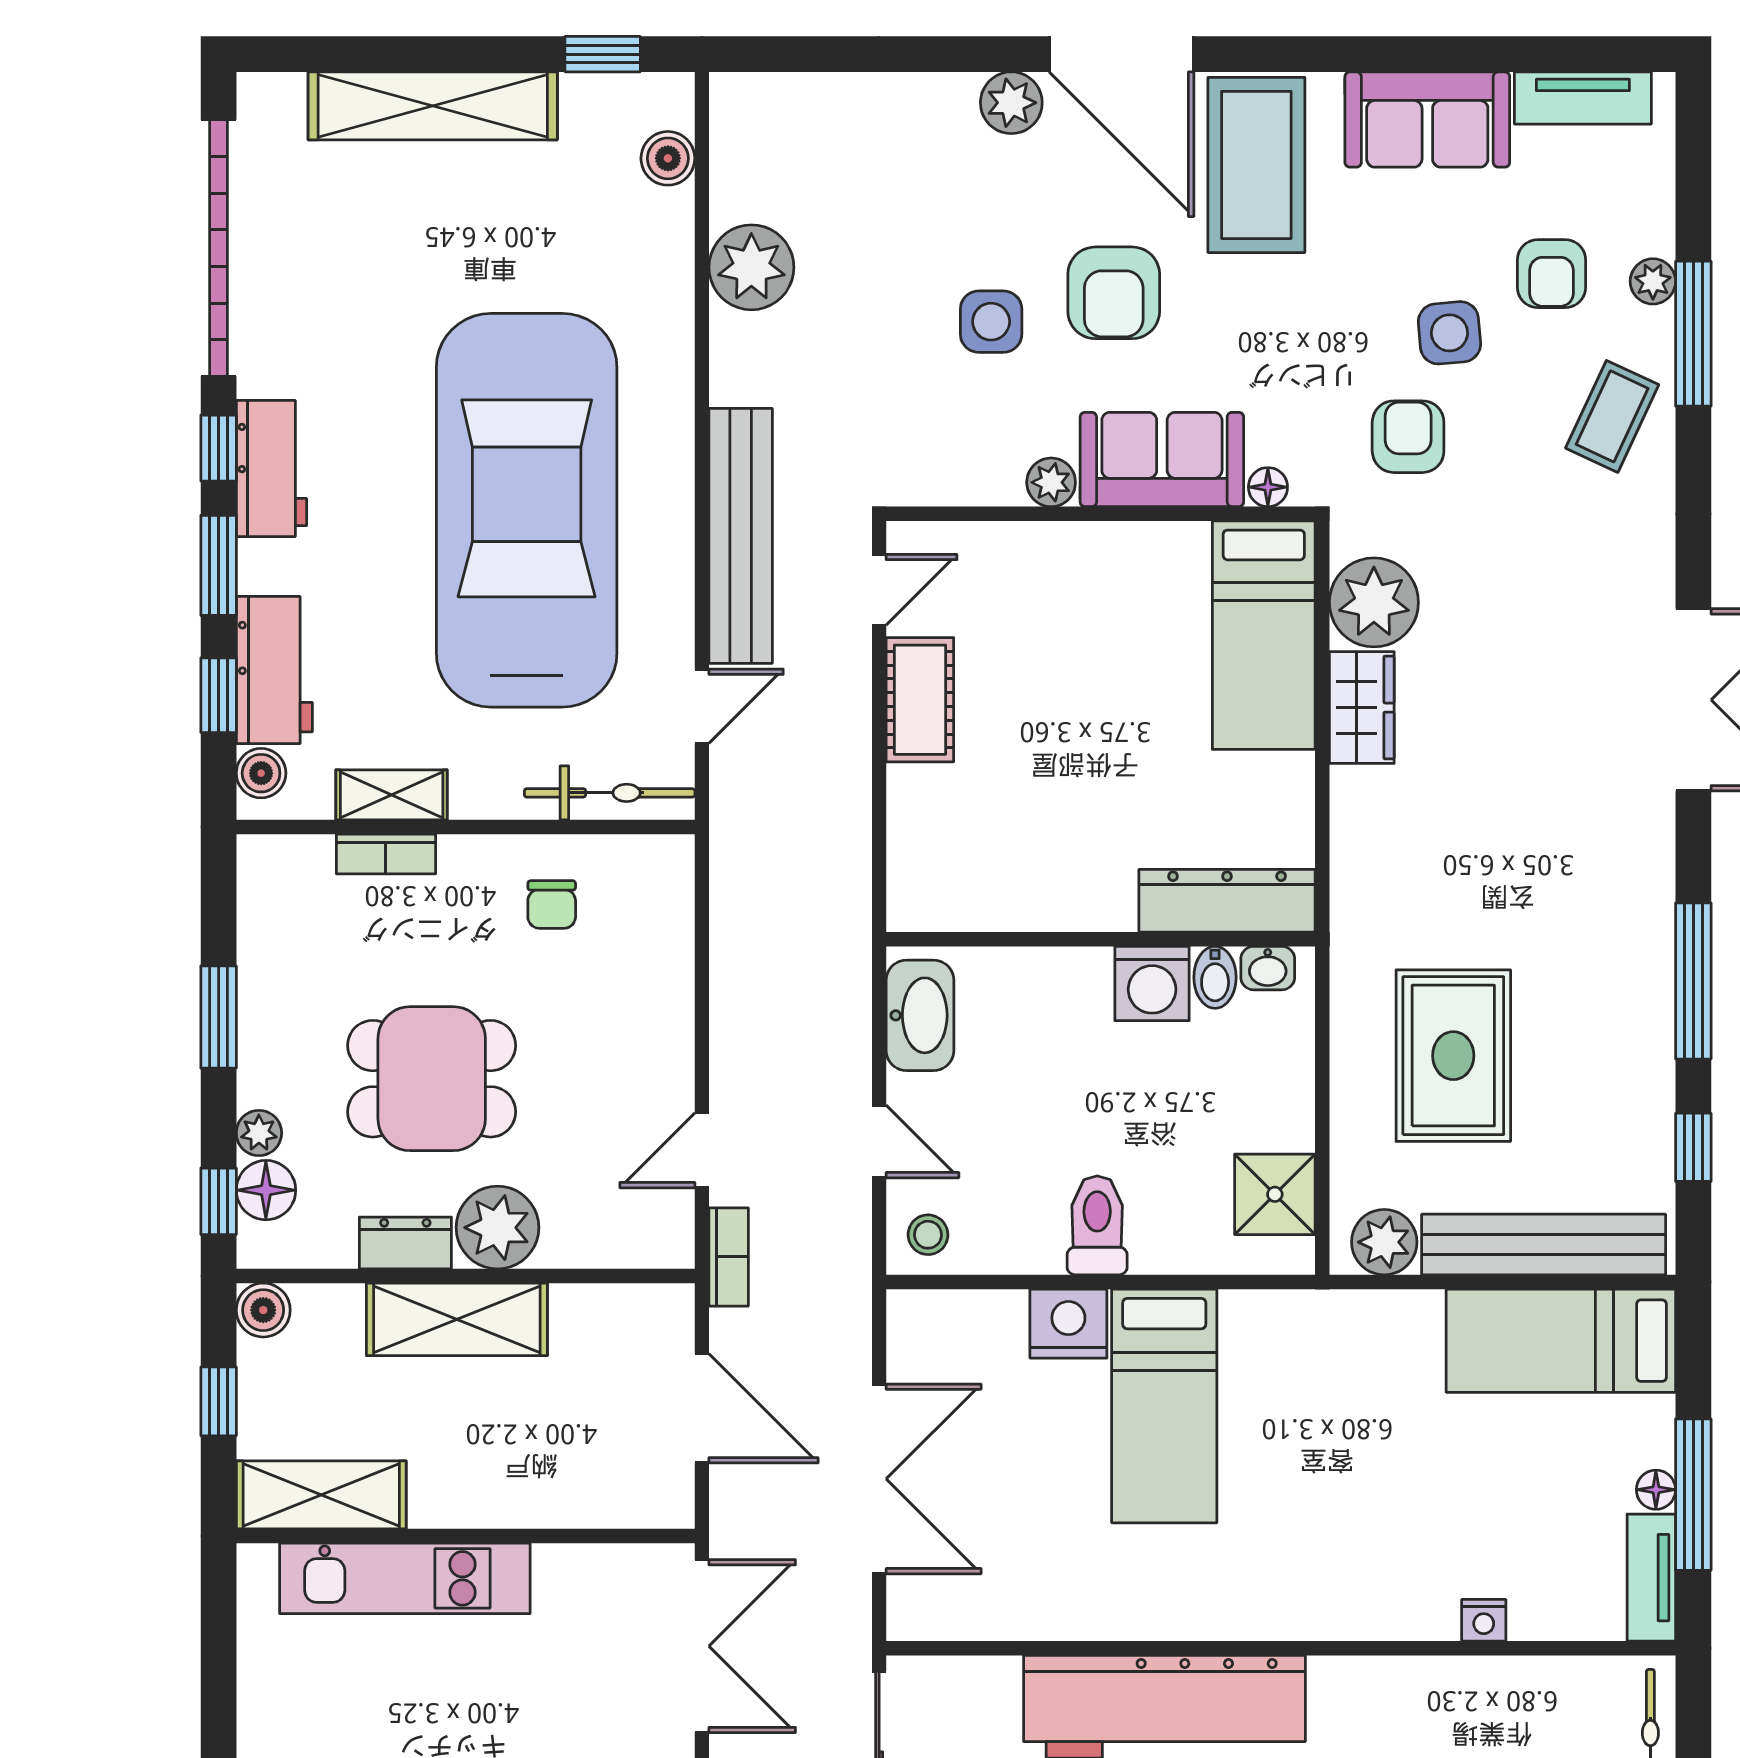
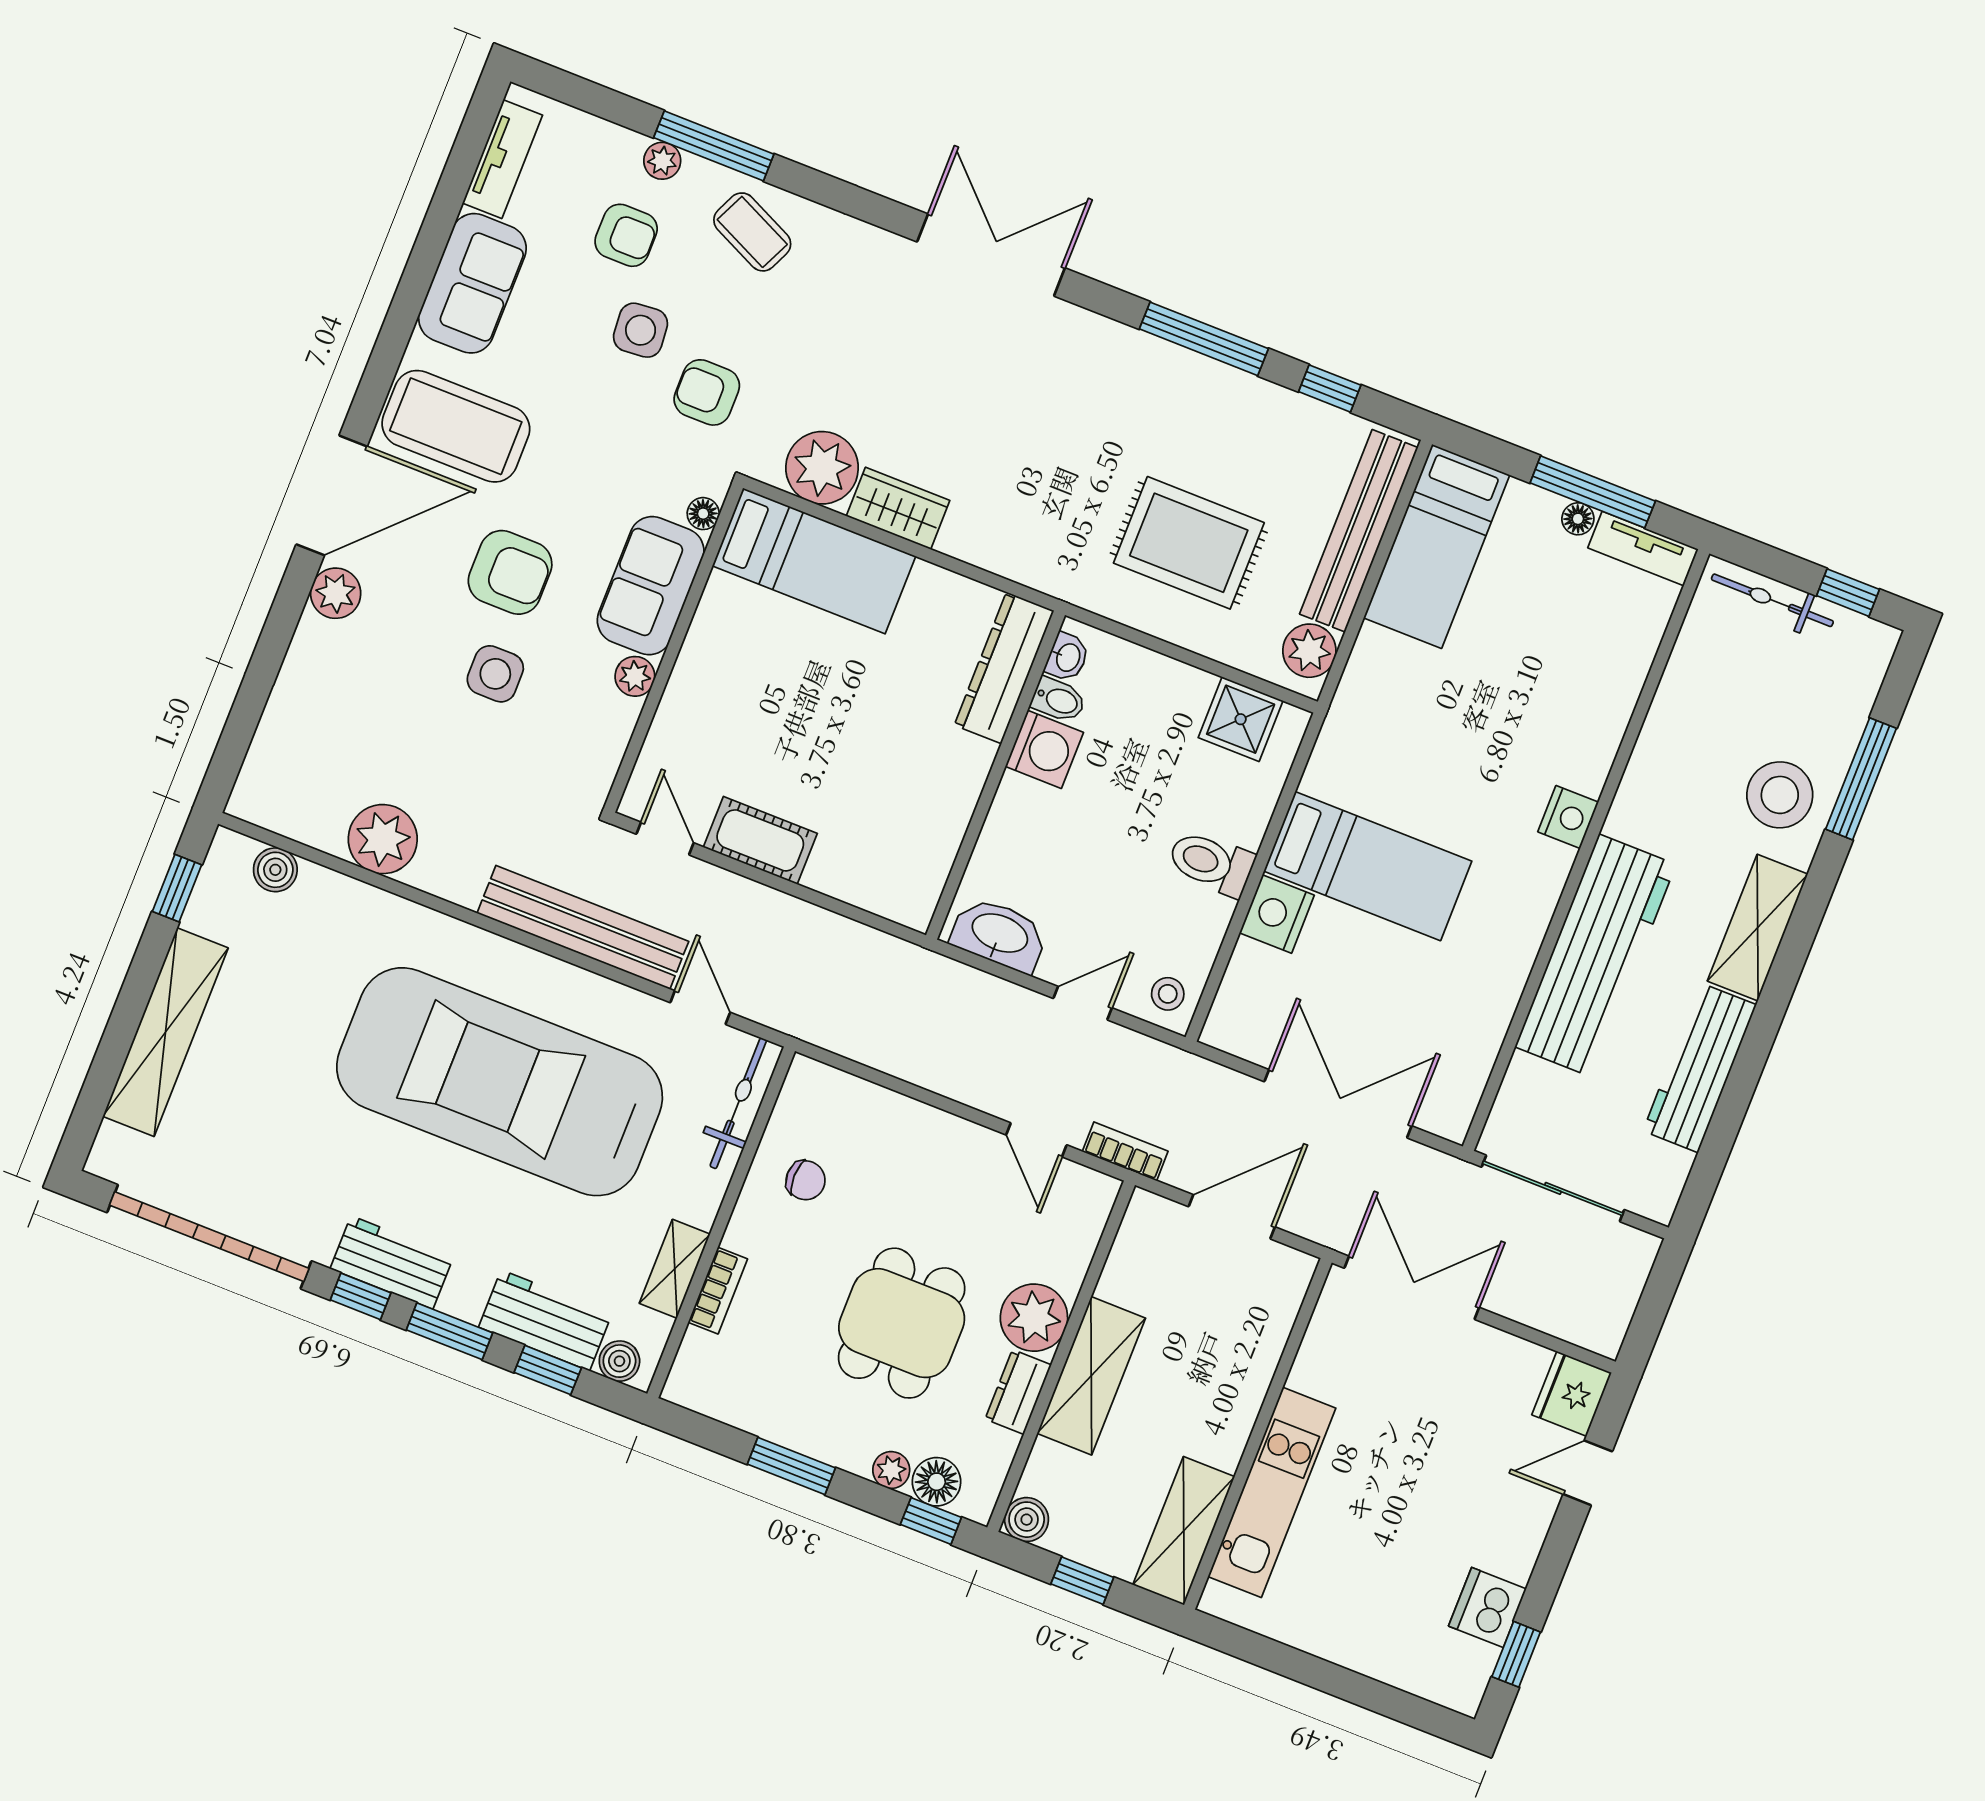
nightstand: (1484, 1620) -> (1568, 817), moved, width x1.39, depth x1.35

